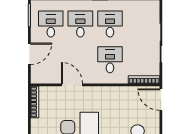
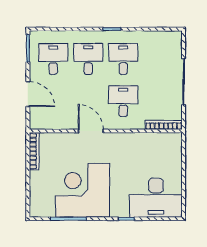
door: (29, 54) -> (28, 94), hinge flipped
door: (72, 85) -> (91, 131), moved
door: (161, 100) -> (184, 148), removed

